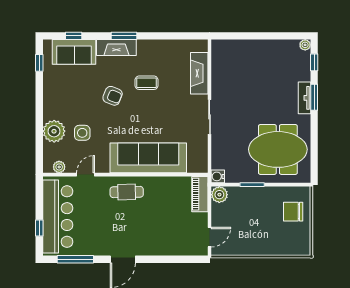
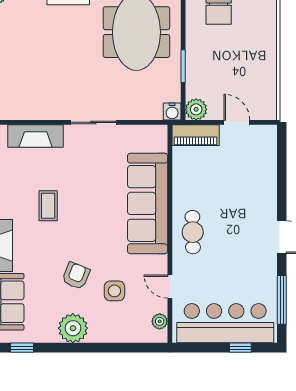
armchair: (113, 96) -> (76, 276), moved
plant: (54, 131) -> (73, 328), moved
door: (210, 237) -> (237, 122), moved

